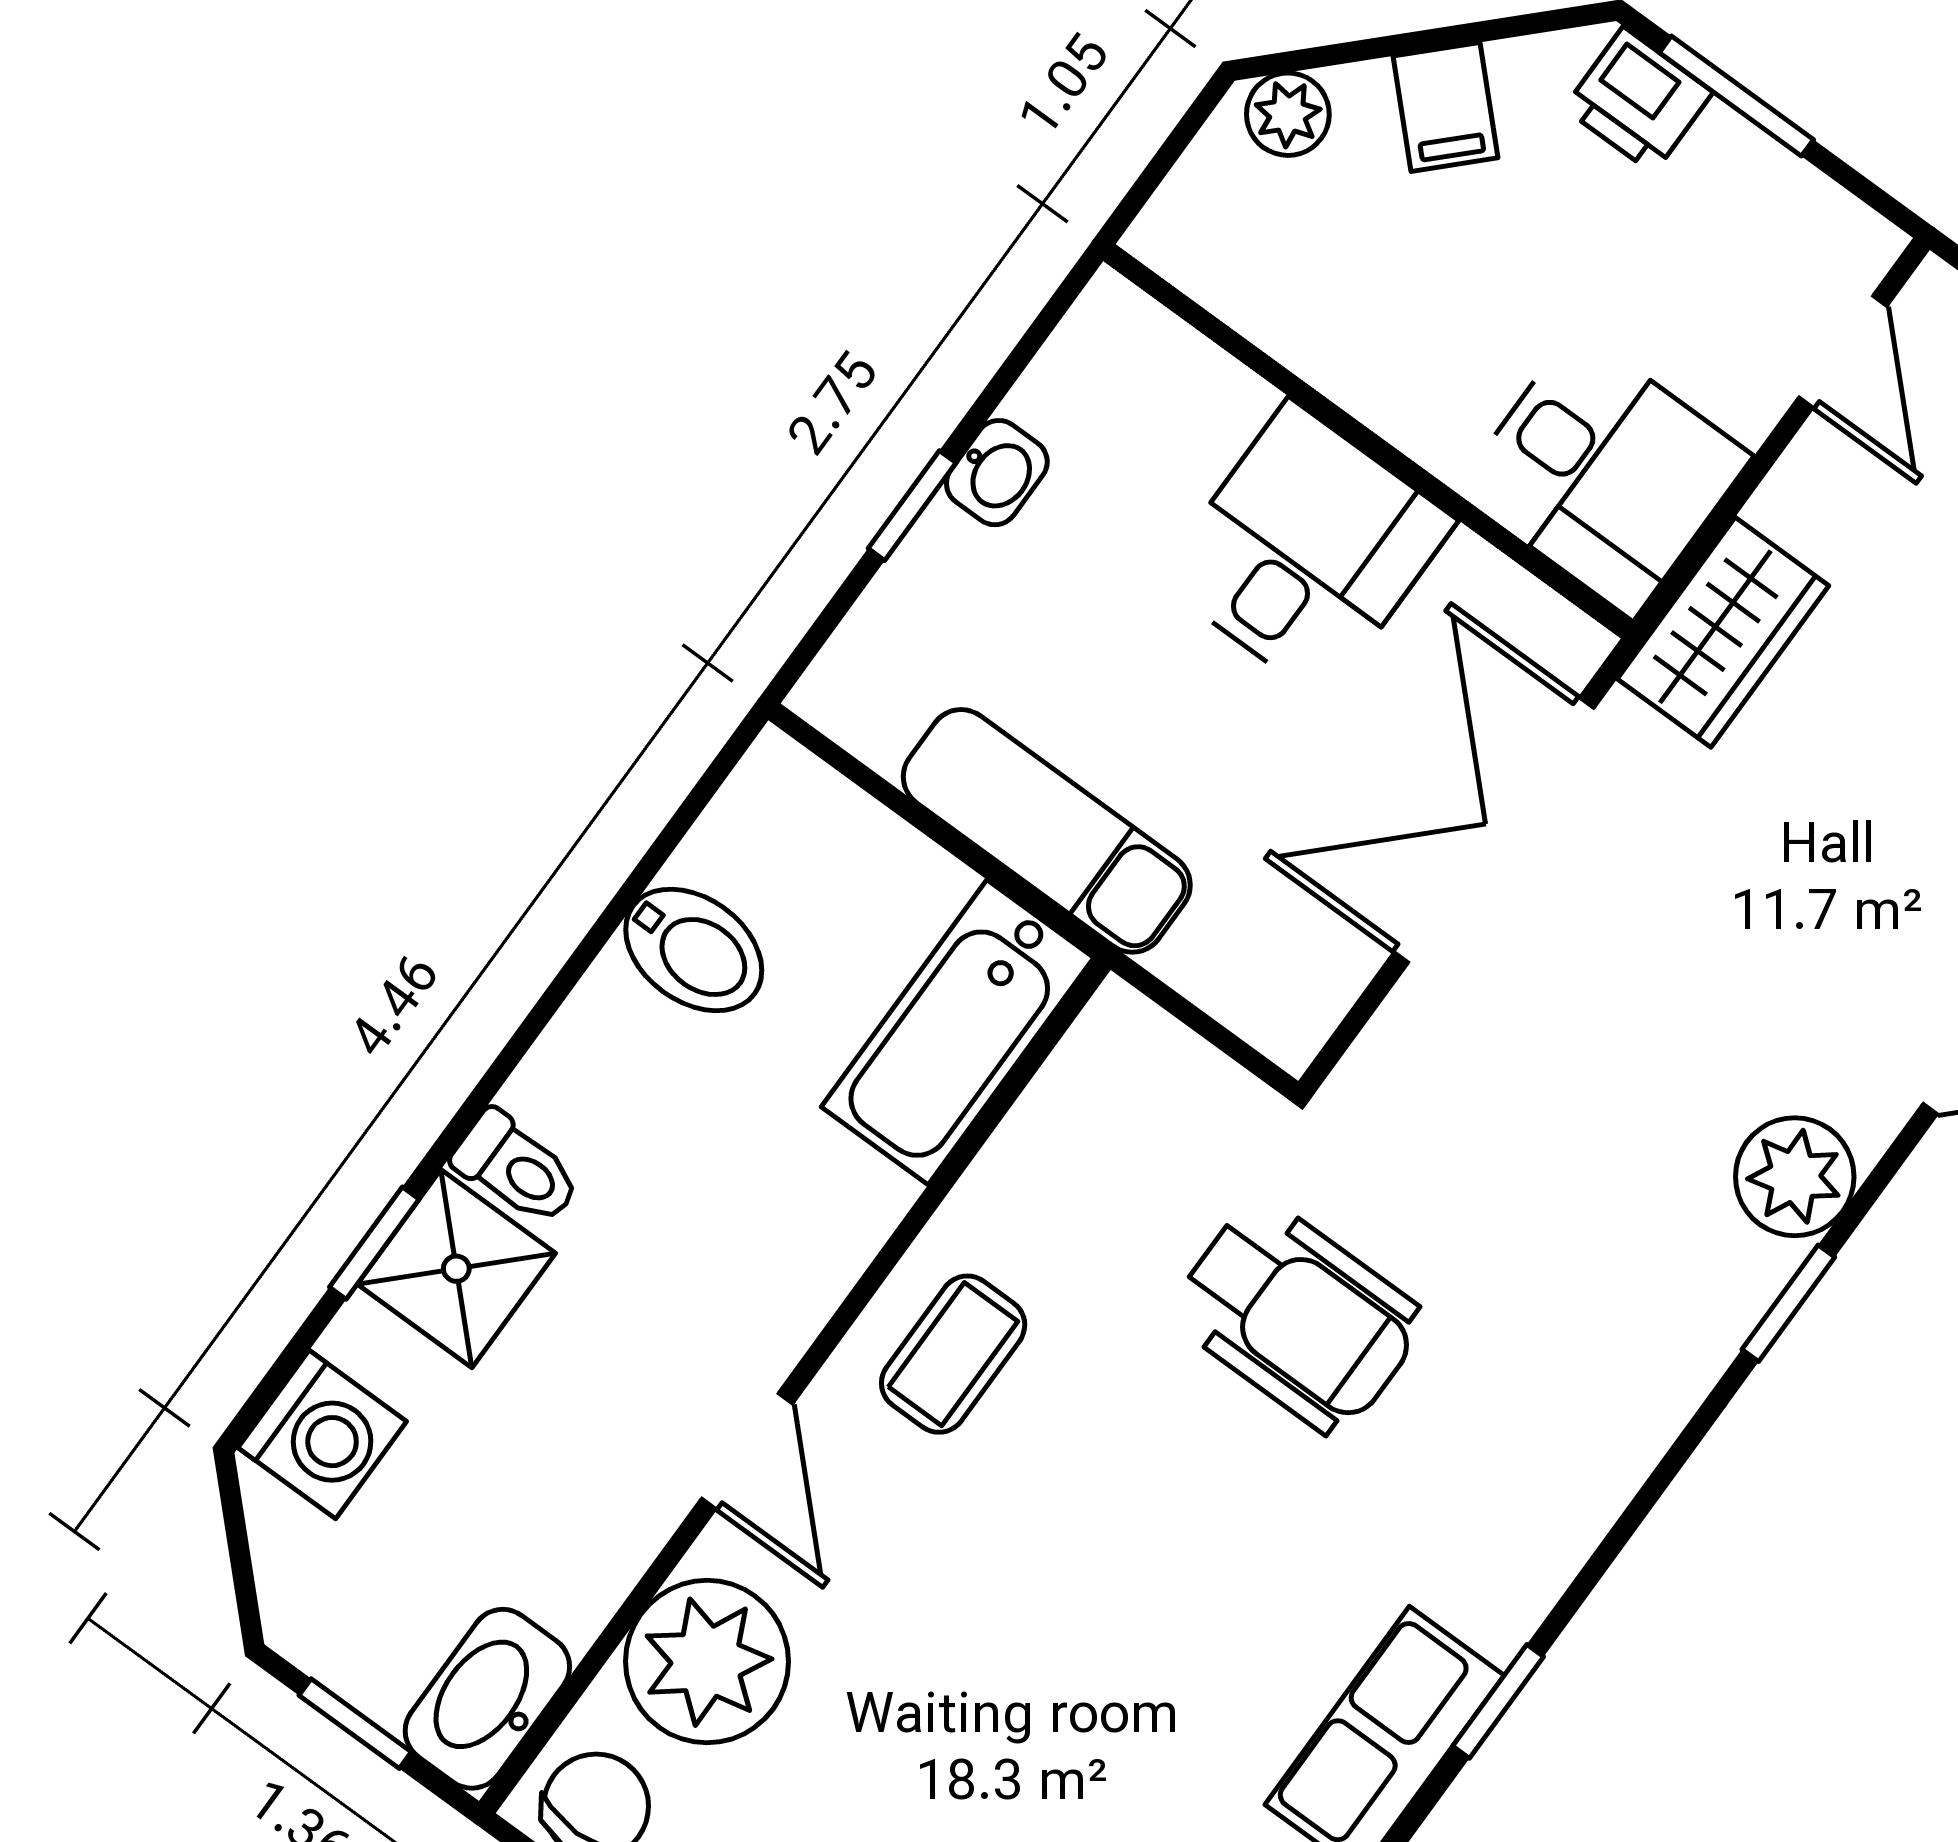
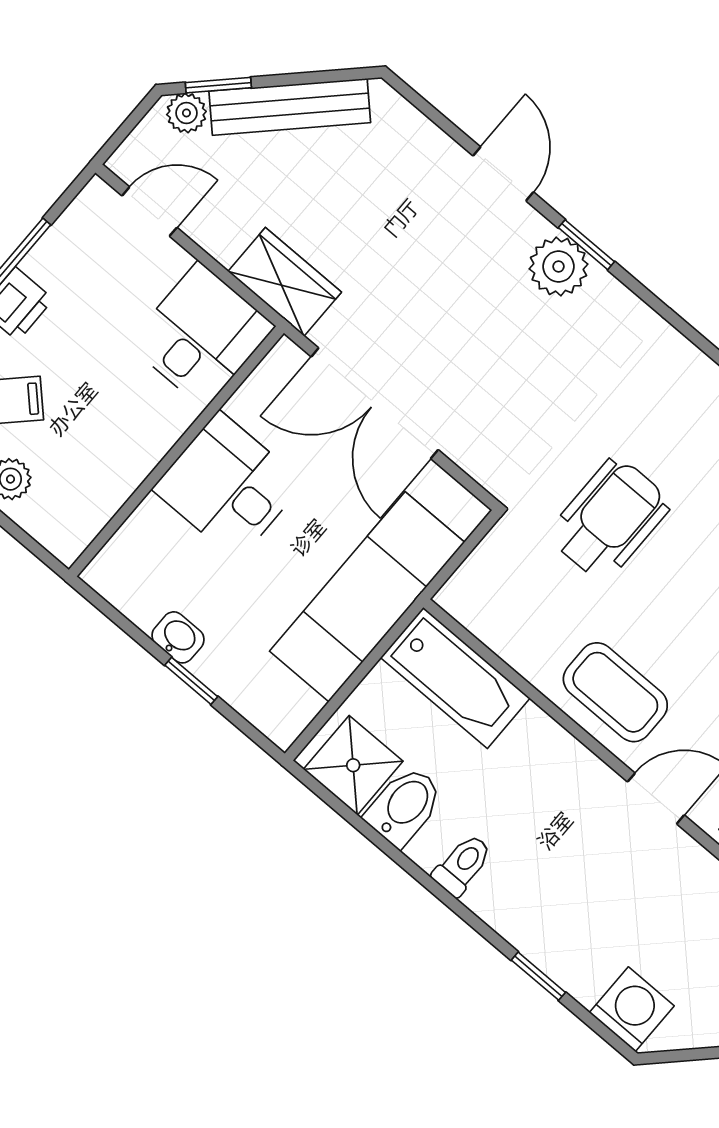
exam couch: (1047, 831) -> (367, 597), width x1.36, depth x1.45
toilet: (517, 1168) -> (462, 865), moved
shower: (456, 1269) -> (353, 765), moved
window: (1788, 1303) -> (586, 245), moved
coffee table: (953, 1354) -> (615, 692), width x1.36, depth x1.30

